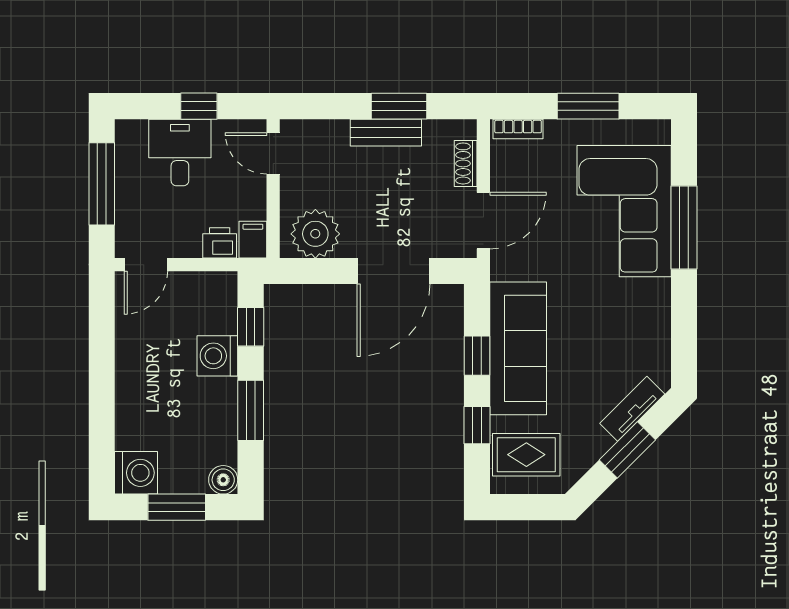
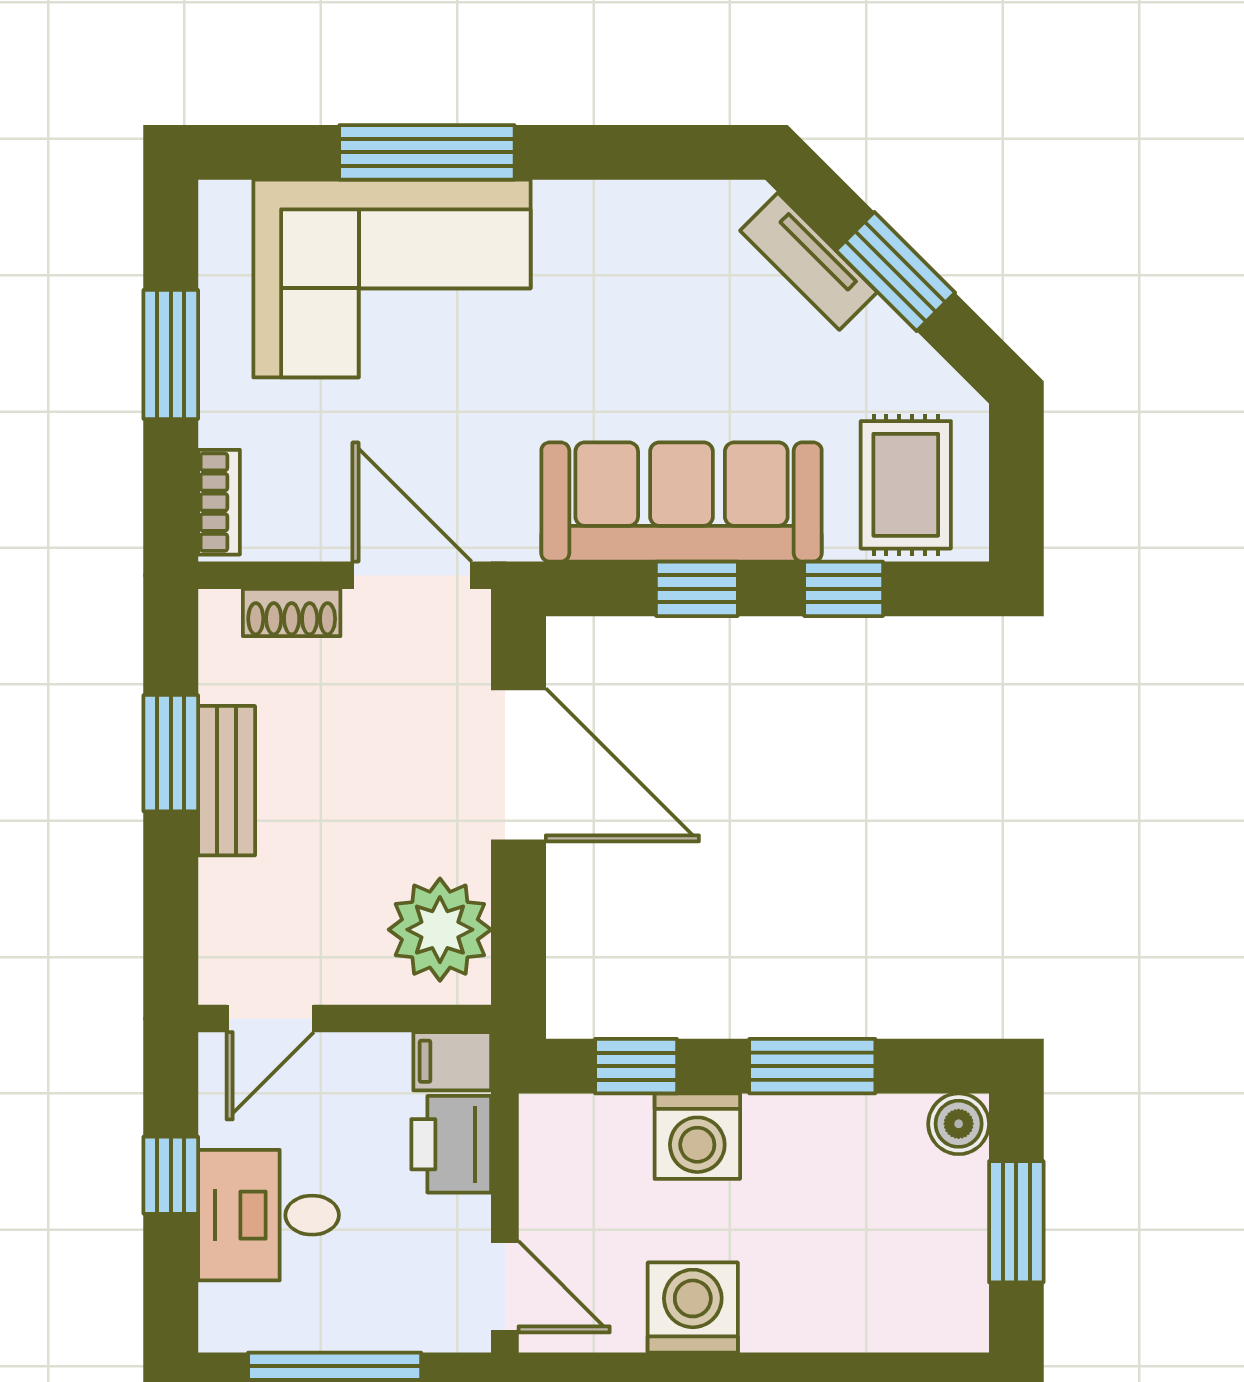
printer: (220, 243) -> (451, 1144), width x1.36, depth x1.24
washing machine: (136, 473) -> (693, 1307), moved

